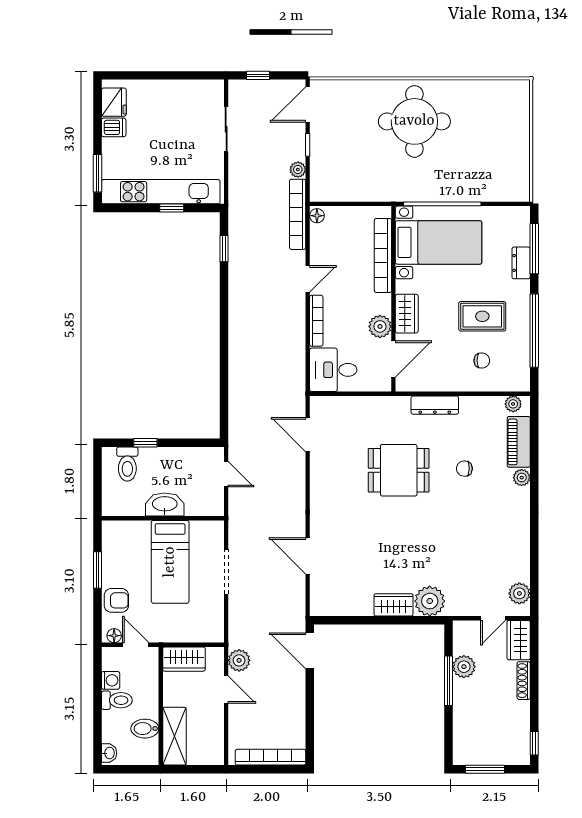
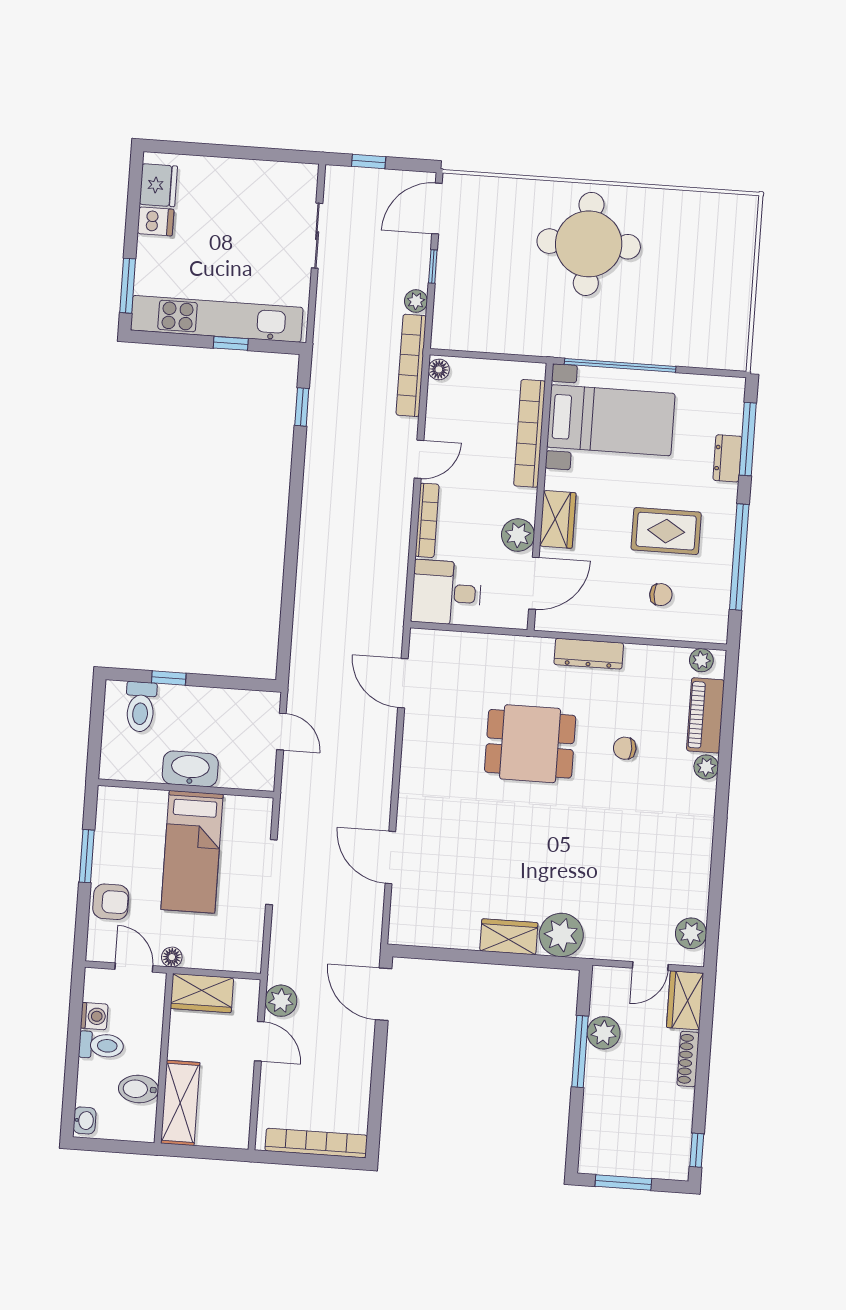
floor lamp: (114, 636) -> (172, 957), moved

